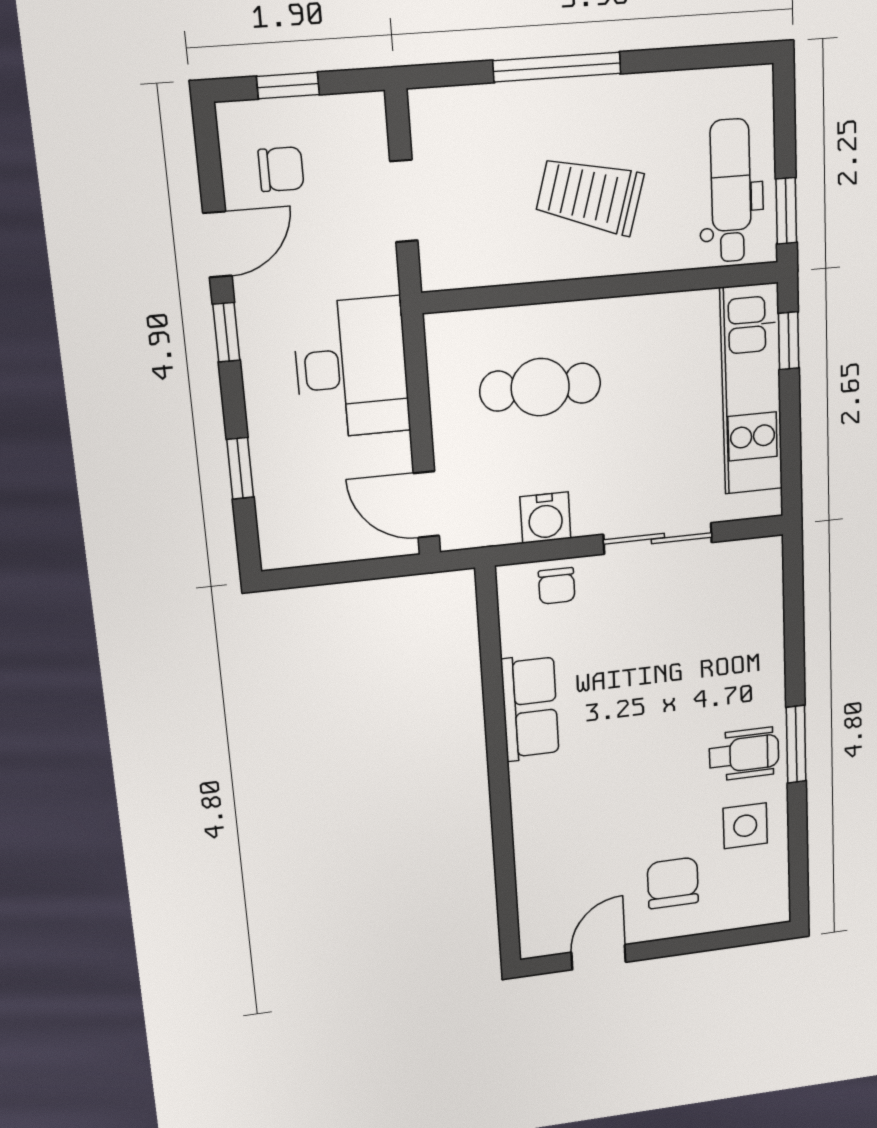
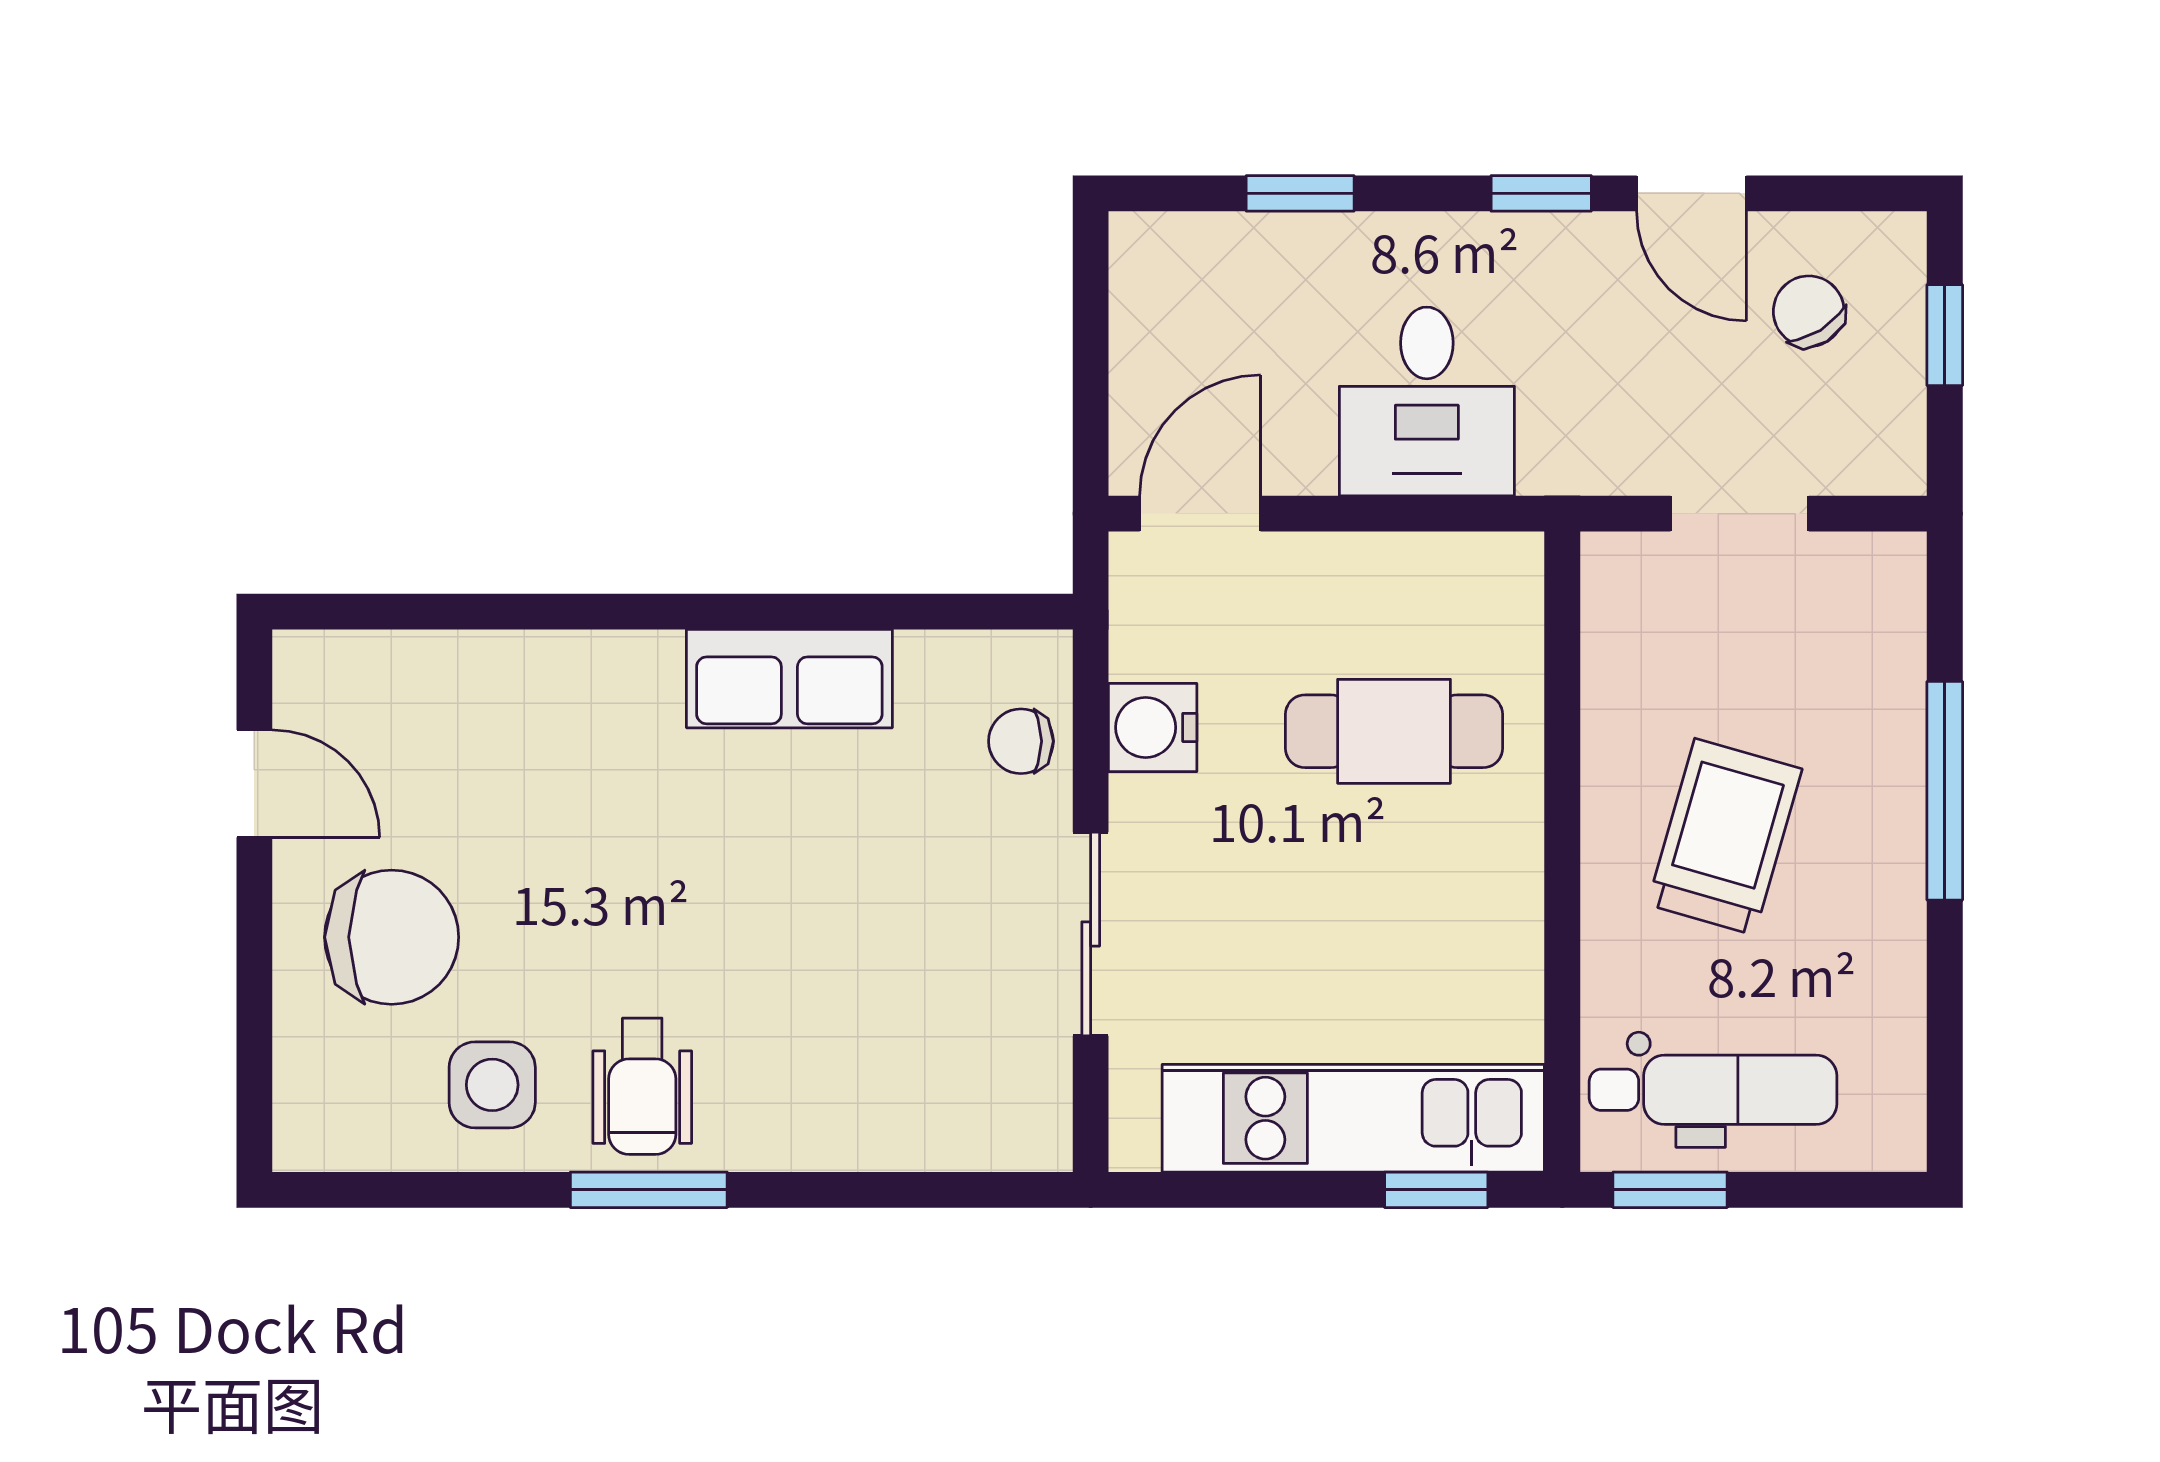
chair: (281, 169) -> (1809, 311), turned 148
desk: (352, 368) -> (1427, 401), width x0.73
cafe table: (540, 387) -> (1394, 731), turned 90
chair: (673, 883) -> (392, 937), width x1.37, depth x1.37

